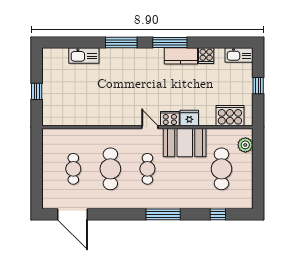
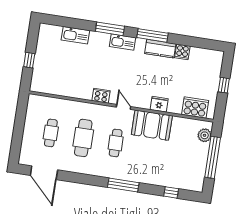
kitchen sink: (239, 55) -> (123, 42), moved
cooker: (170, 119) -> (101, 96), moved
window: (258, 168) -> (213, 157), added
cafe table: (221, 169) -> (180, 153), removed

